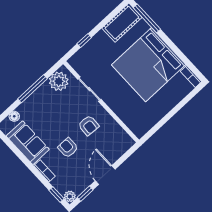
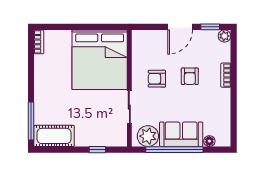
bed: (149, 65) -> (100, 60), moved, turned 90
window: (33, 89) -> (174, 150), width x1.46
armchair: (89, 125) -> (157, 79), turned -93
sofa: (28, 143) -> (181, 134), moved, turned 90
window: (56, 194) -> (234, 47), removed

